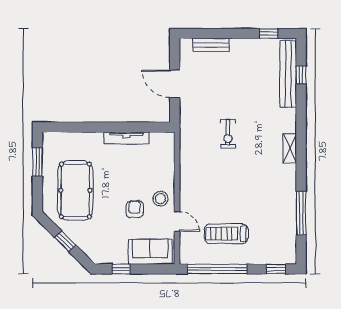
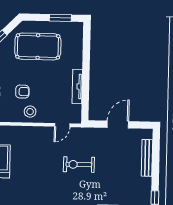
bench: (211, 45) -> (147, 158), width x1.36
exercise bike: (228, 133) -> (79, 165), width x1.38, depth x1.39
door: (177, 221) -> (62, 125), moved

